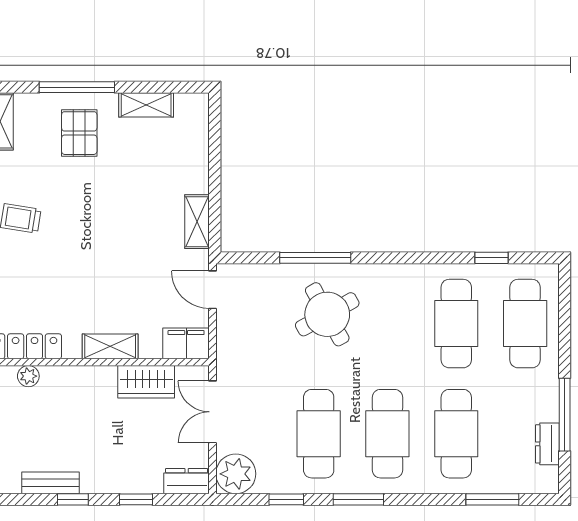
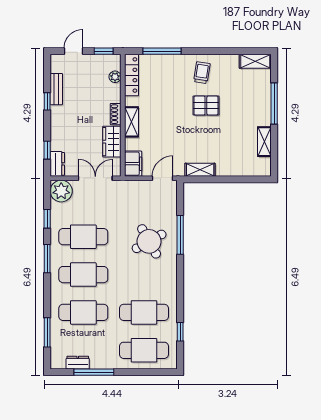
pallet: (79, 133) -> (206, 105), moved
shoe rack: (96, 375) -> (116, 114), added
window: (136, 499) -> (47, 150), moved

